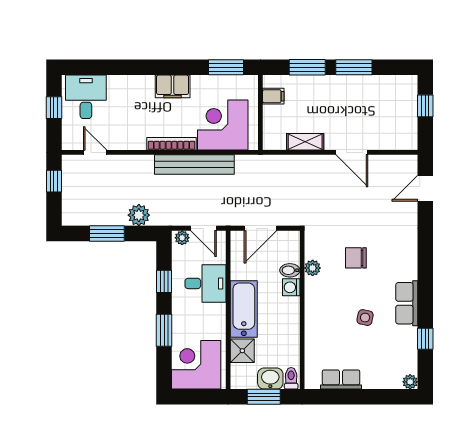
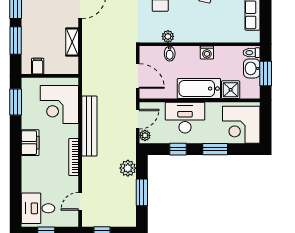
bookcase: (171, 144) -> (74, 157), moved
desk: (205, 283) -> (185, 118), width x1.37
washing machine: (291, 287) -> (207, 53), moved

